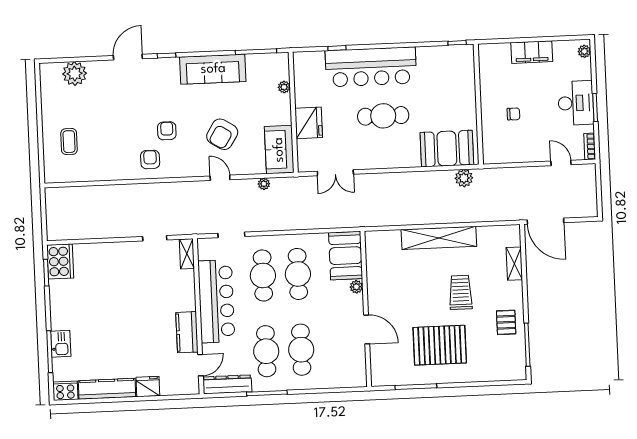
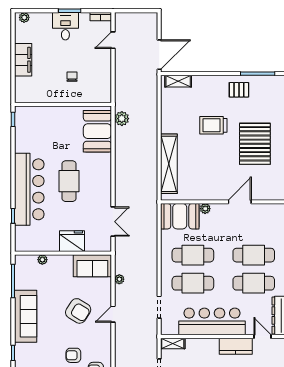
desk: (576, 103) -> (65, 26), width x0.73
shelving: (439, 238) -> (169, 164), moved
shelving: (514, 264) -> (178, 81), moved

